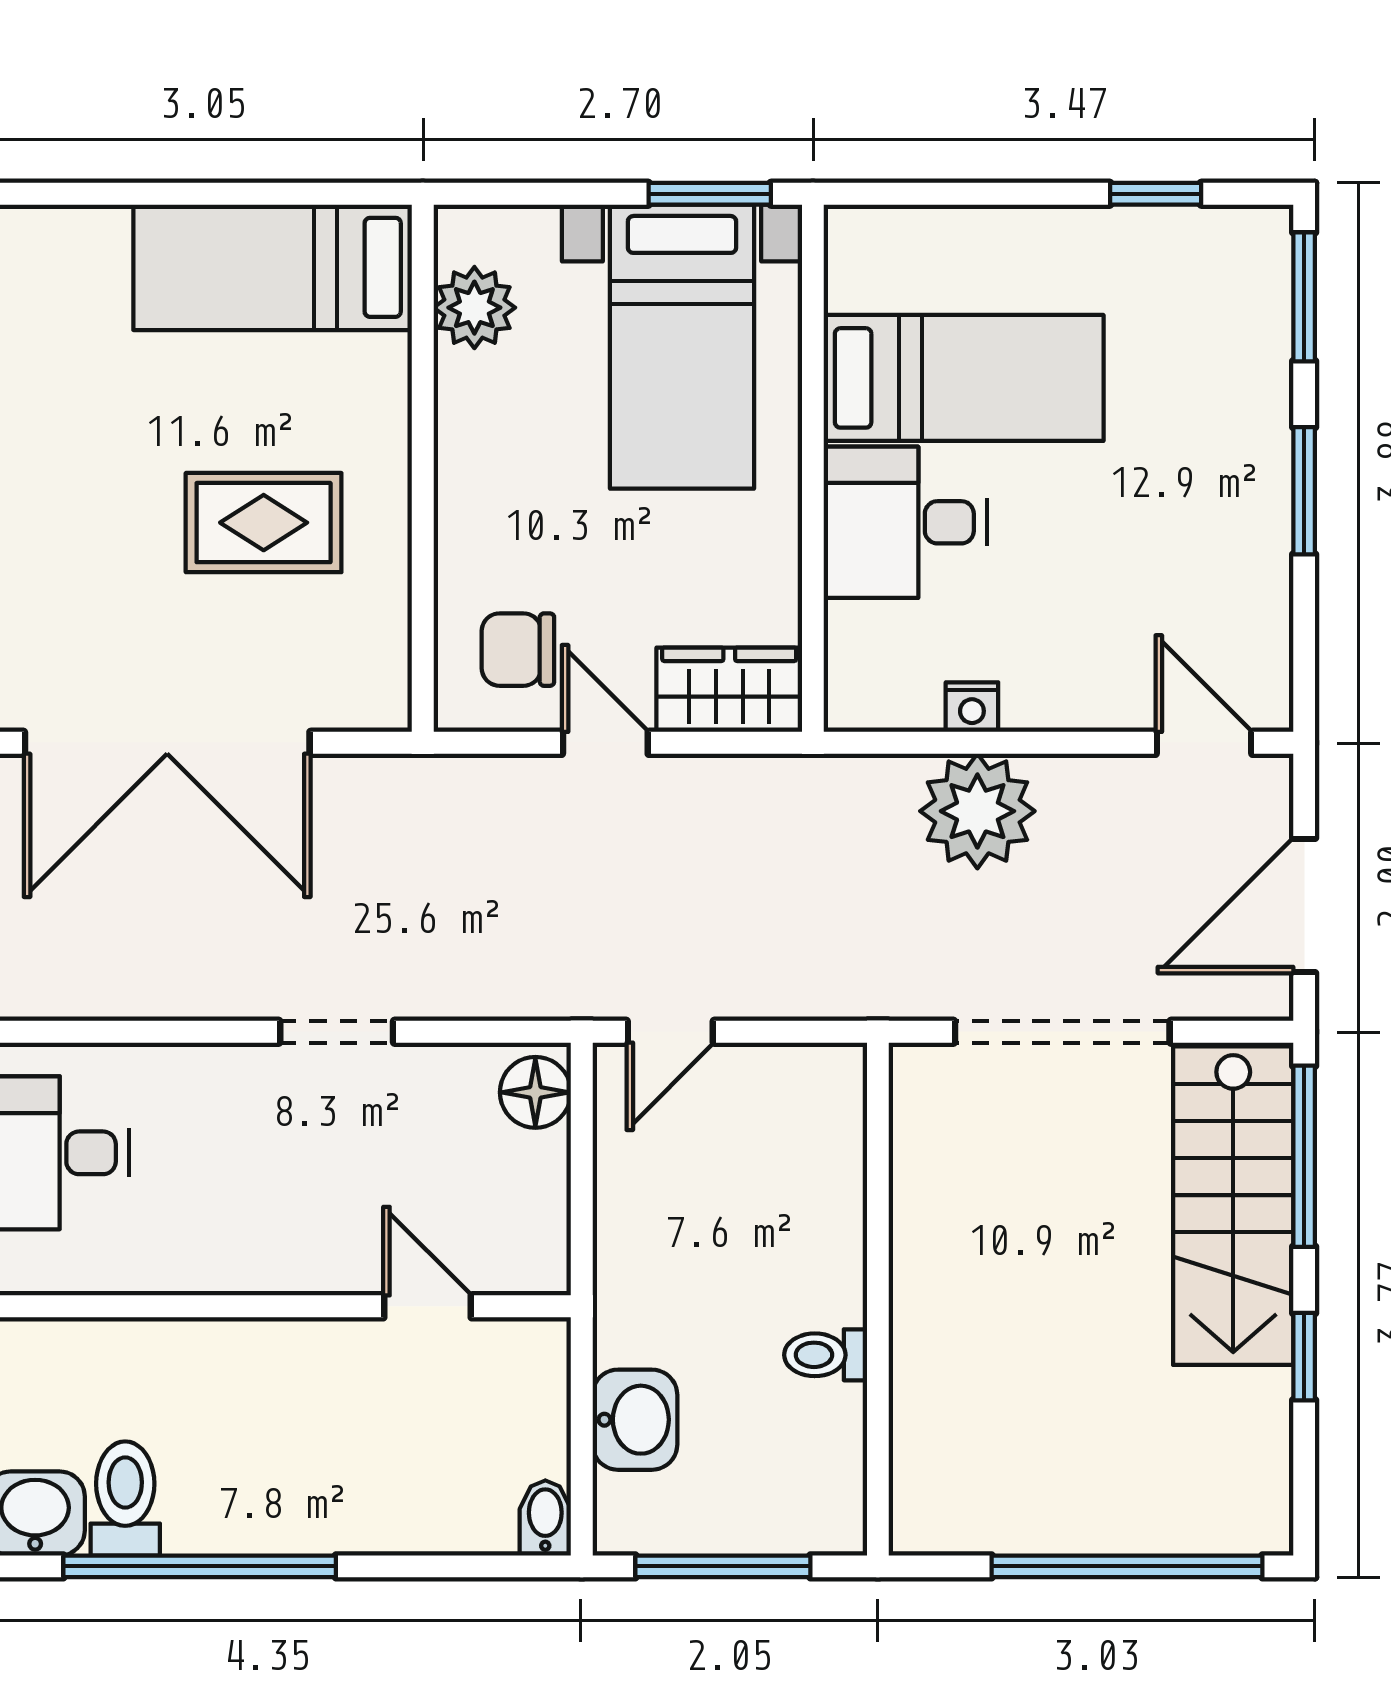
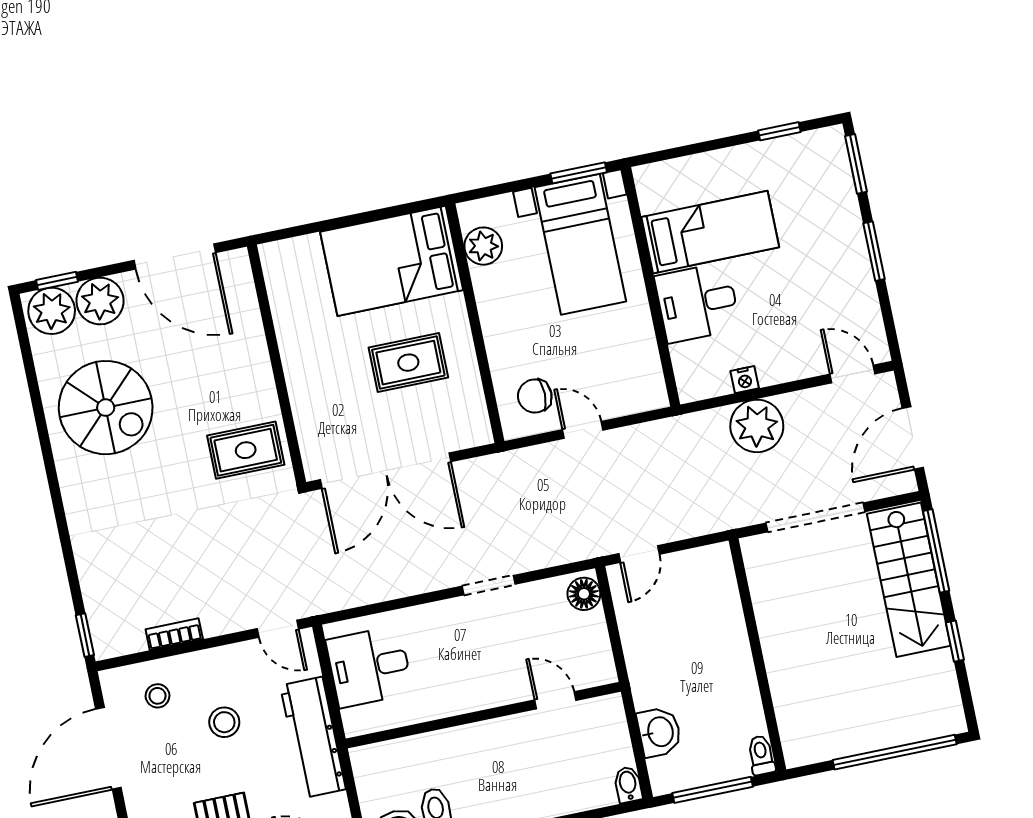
bed: (273, 267) -> (392, 261), width x1.50
wardrobe: (729, 690) -> (634, 394), removed
toilet: (826, 1355) -> (761, 755), moved, turned 90

